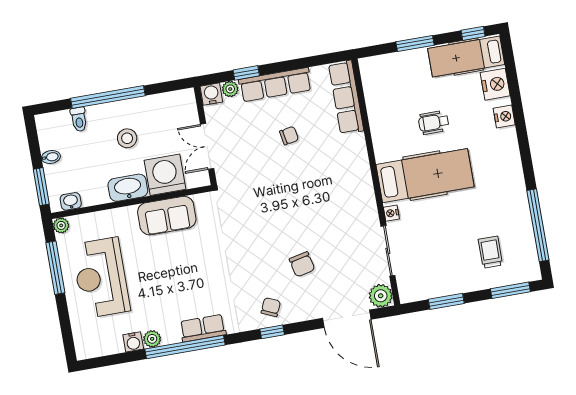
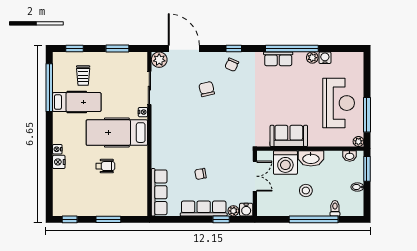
hospital bed: (466, 56) -> (77, 102), moved
nightstand: (495, 84) -> (57, 149), moved, width x0.53, depth x0.56
window: (510, 290) -> (75, 49), width x0.67

